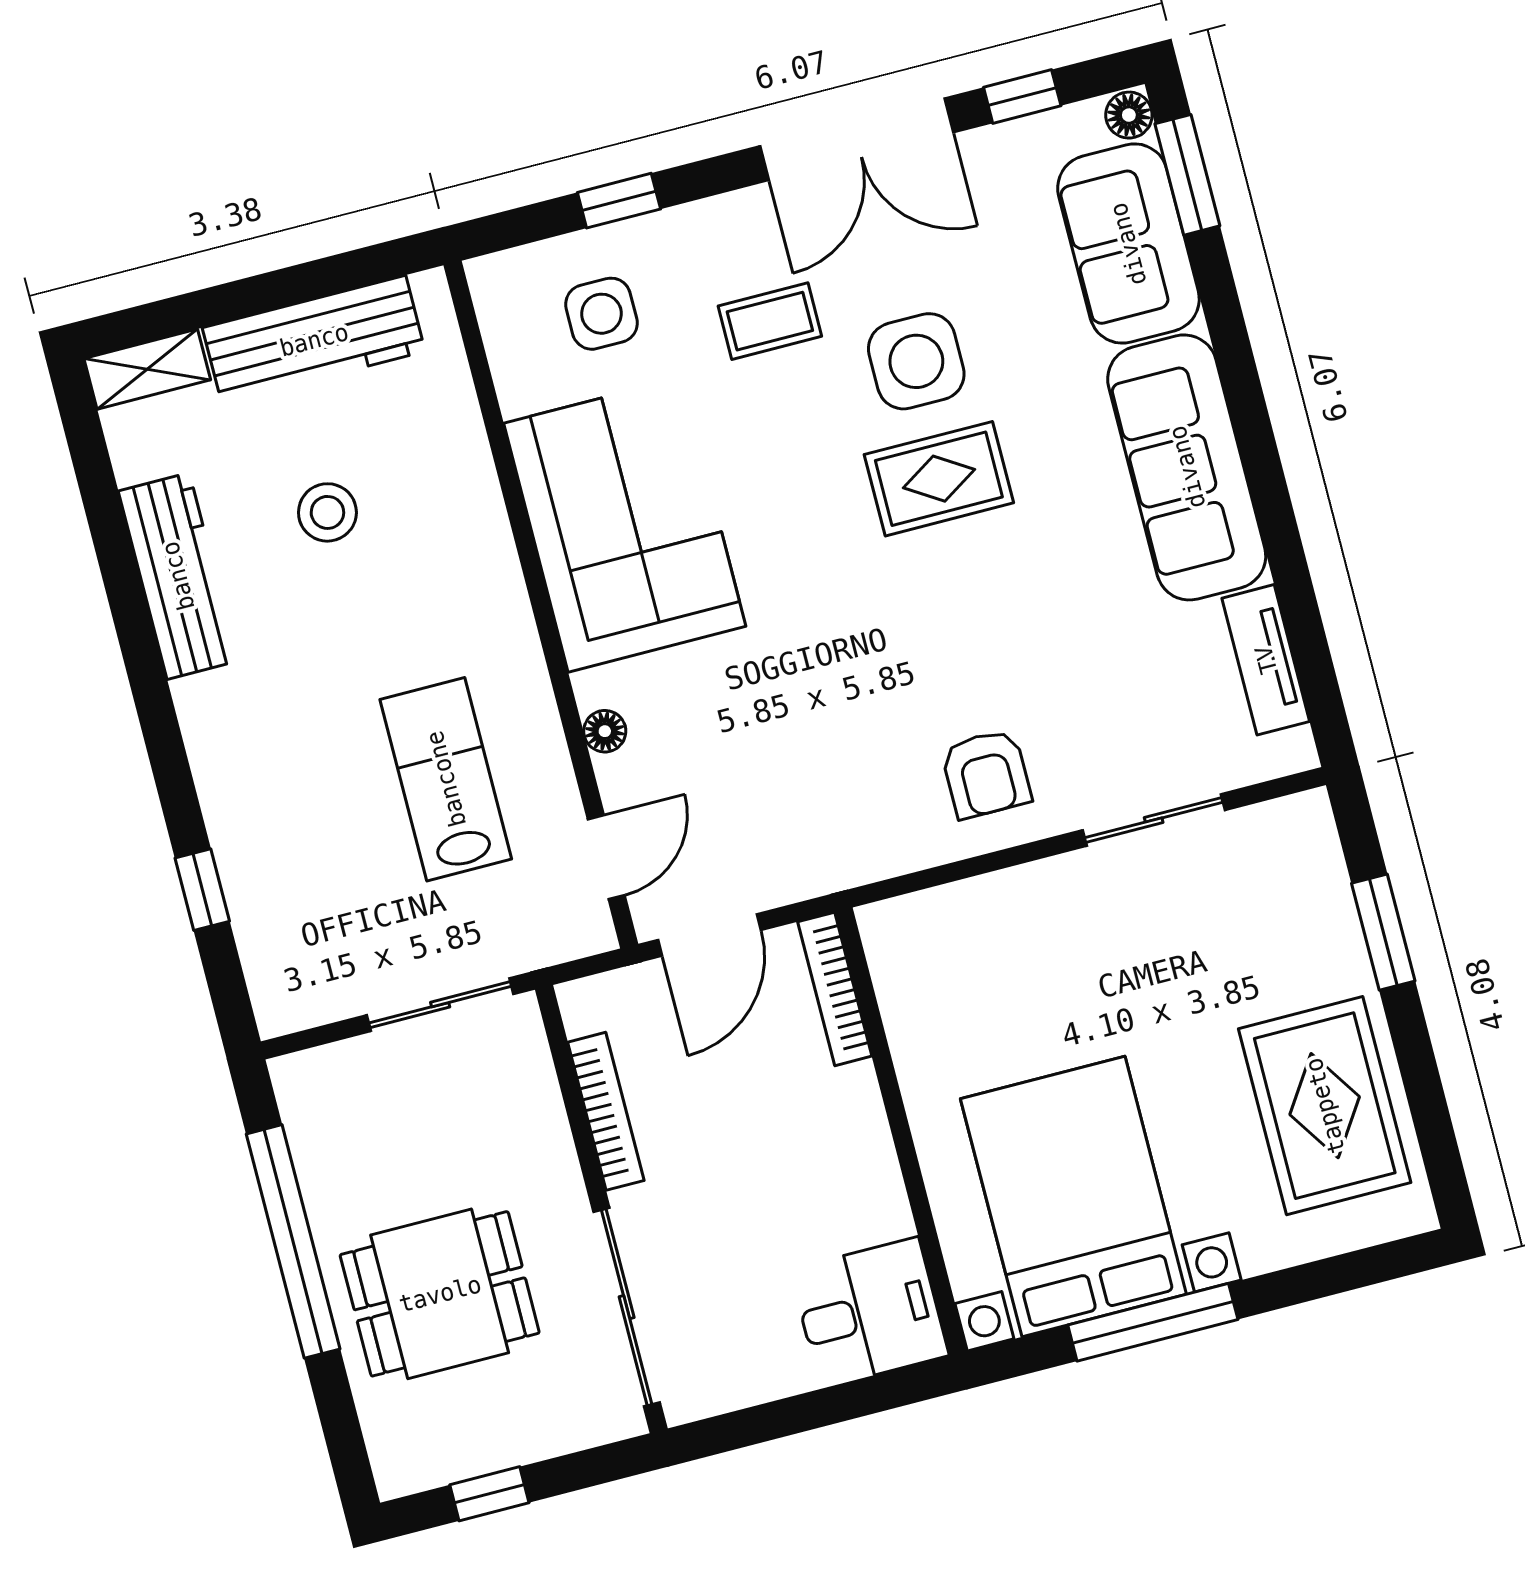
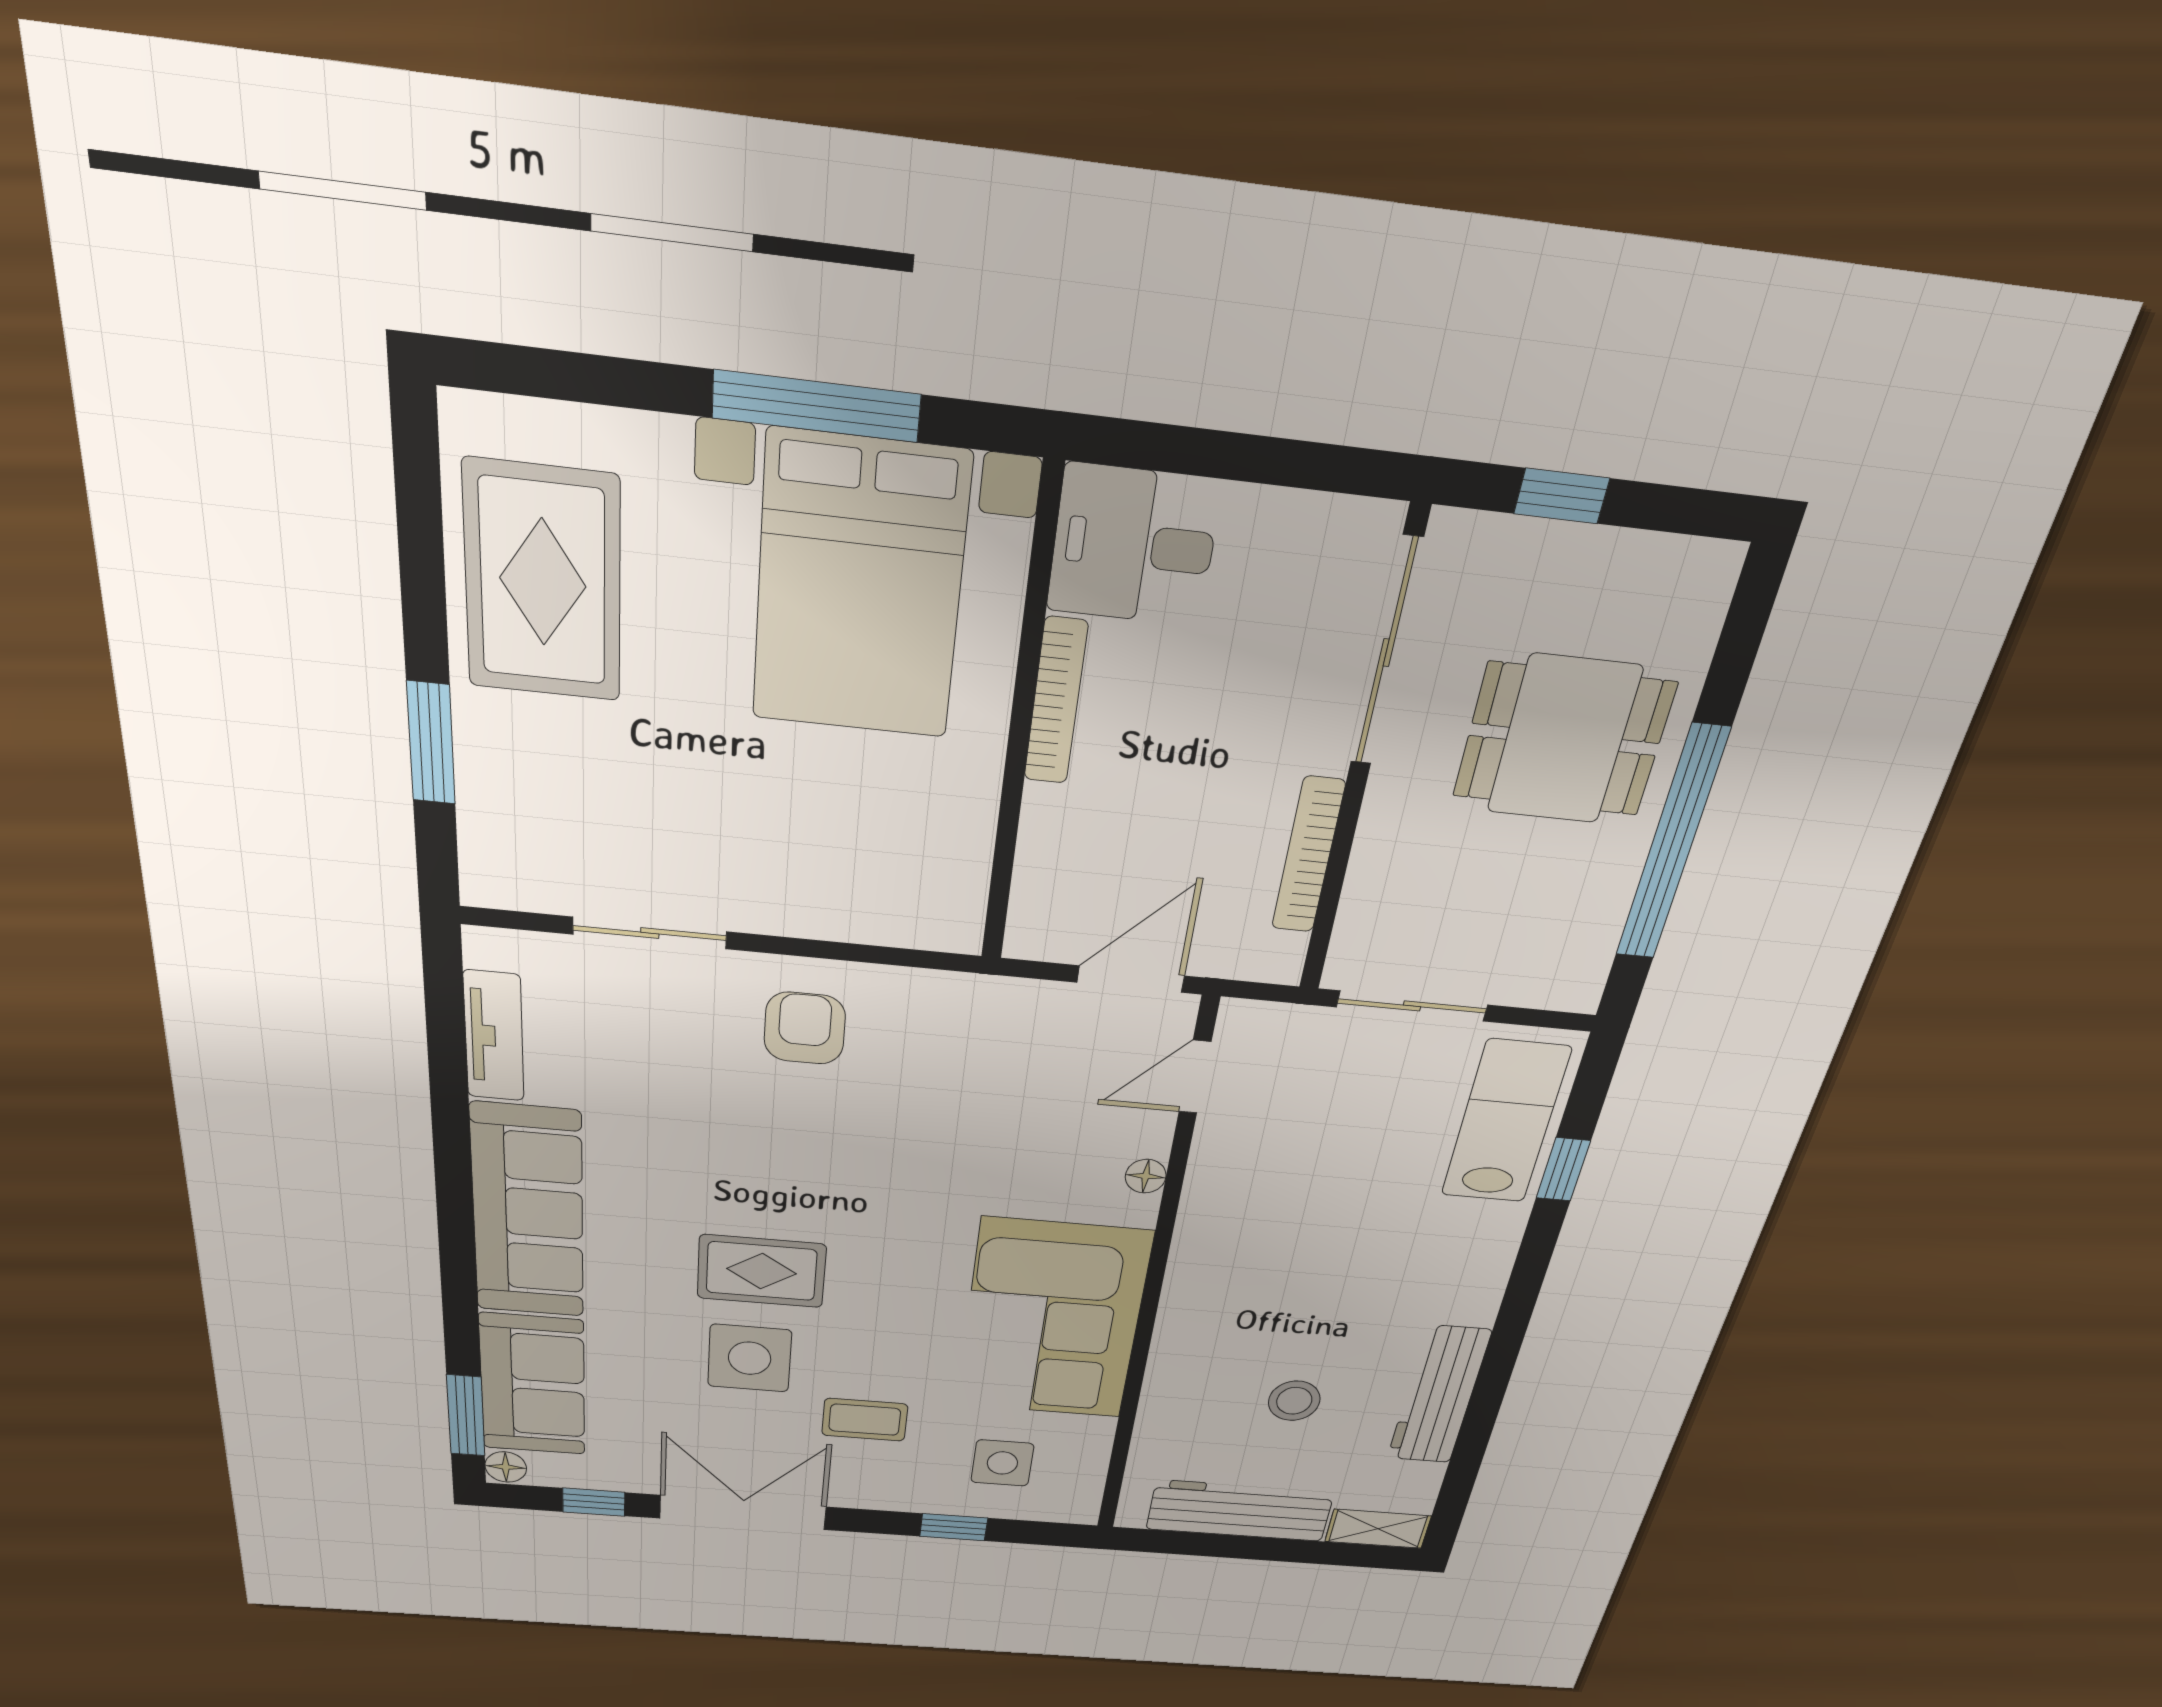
lab bench: (446, 779) -> (1506, 1122), moved, turned 180
bookcase: (835, 989) -> (1056, 701), moved
window: (489, 1494) -> (1562, 496), moved

